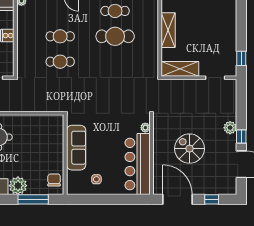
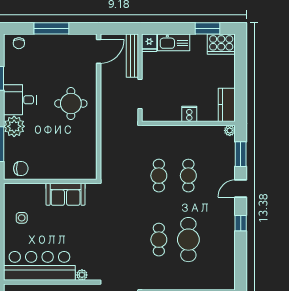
cafe table: (115, 11) -> (159, 240), moved
sofa: (76, 148) -> (66, 194), width x0.73

